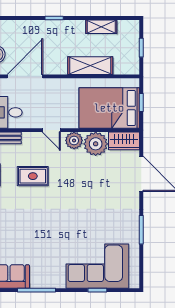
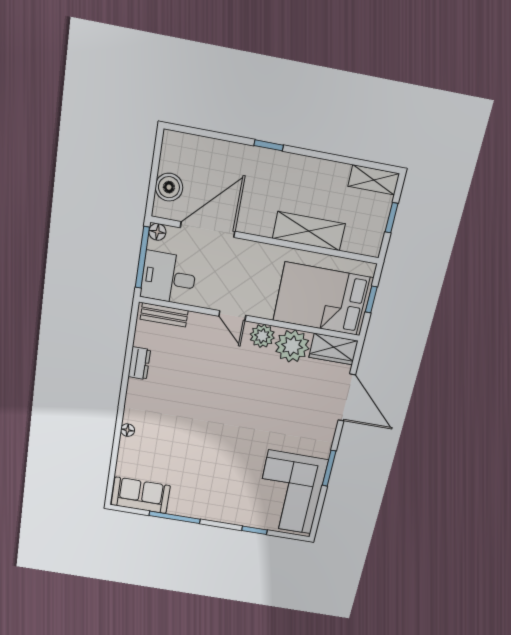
shelving: (101, 27) -> (374, 180), moved
rug: (33, 176) -> (194, 374), removed
corner sofa: (97, 266) -> (290, 492), moved, turned -90

